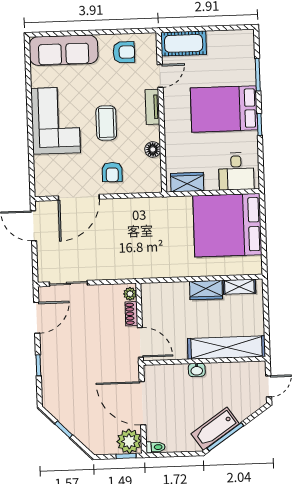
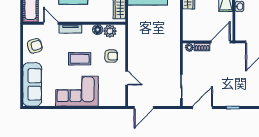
armchair: (124, 52) -> (35, 46), turned 73
plant: (151, 169) -> (110, 31), added
door: (79, 197) -> (127, 78), width x0.53
door: (37, 318) -> (203, 108), hinge flipped

